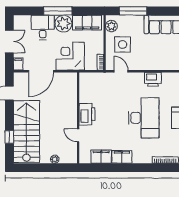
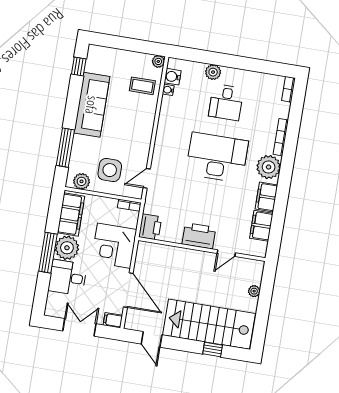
printer: (153, 79) -> (150, 227), moved
plant: (143, 155) -> (269, 167), added

